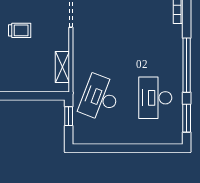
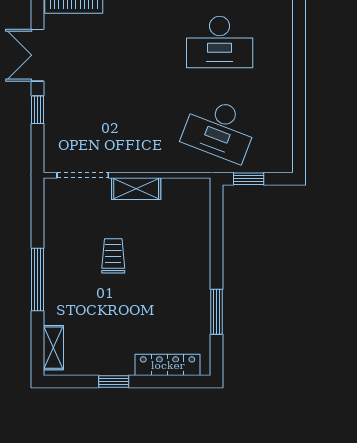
shelving: (62, 67) -> (136, 189), moved

